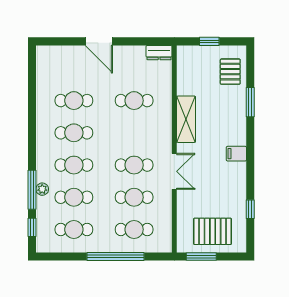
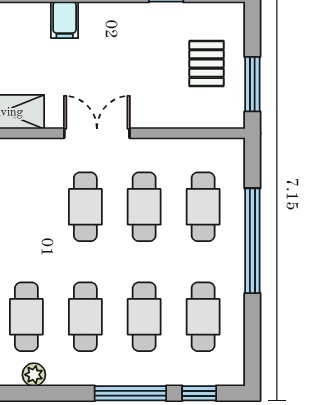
plant: (42, 189) -> (34, 375), moved
pallet: (213, 231) -> (206, 64), width x0.67, depth x0.71

